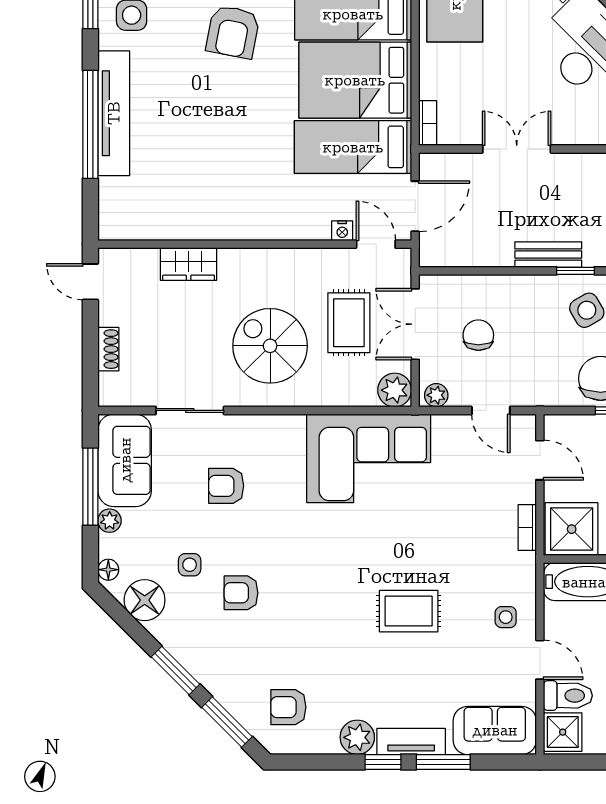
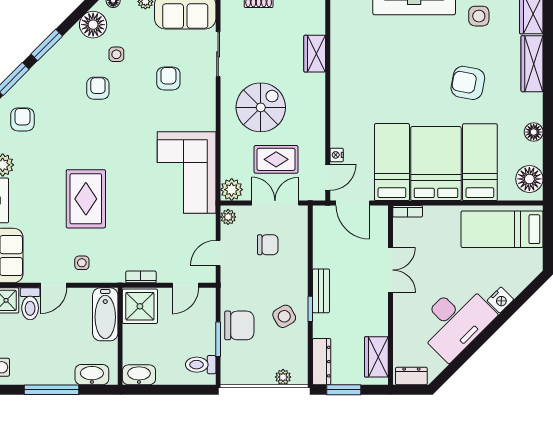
rug: (409, 611) -> (86, 199), width x1.36, depth x1.43

